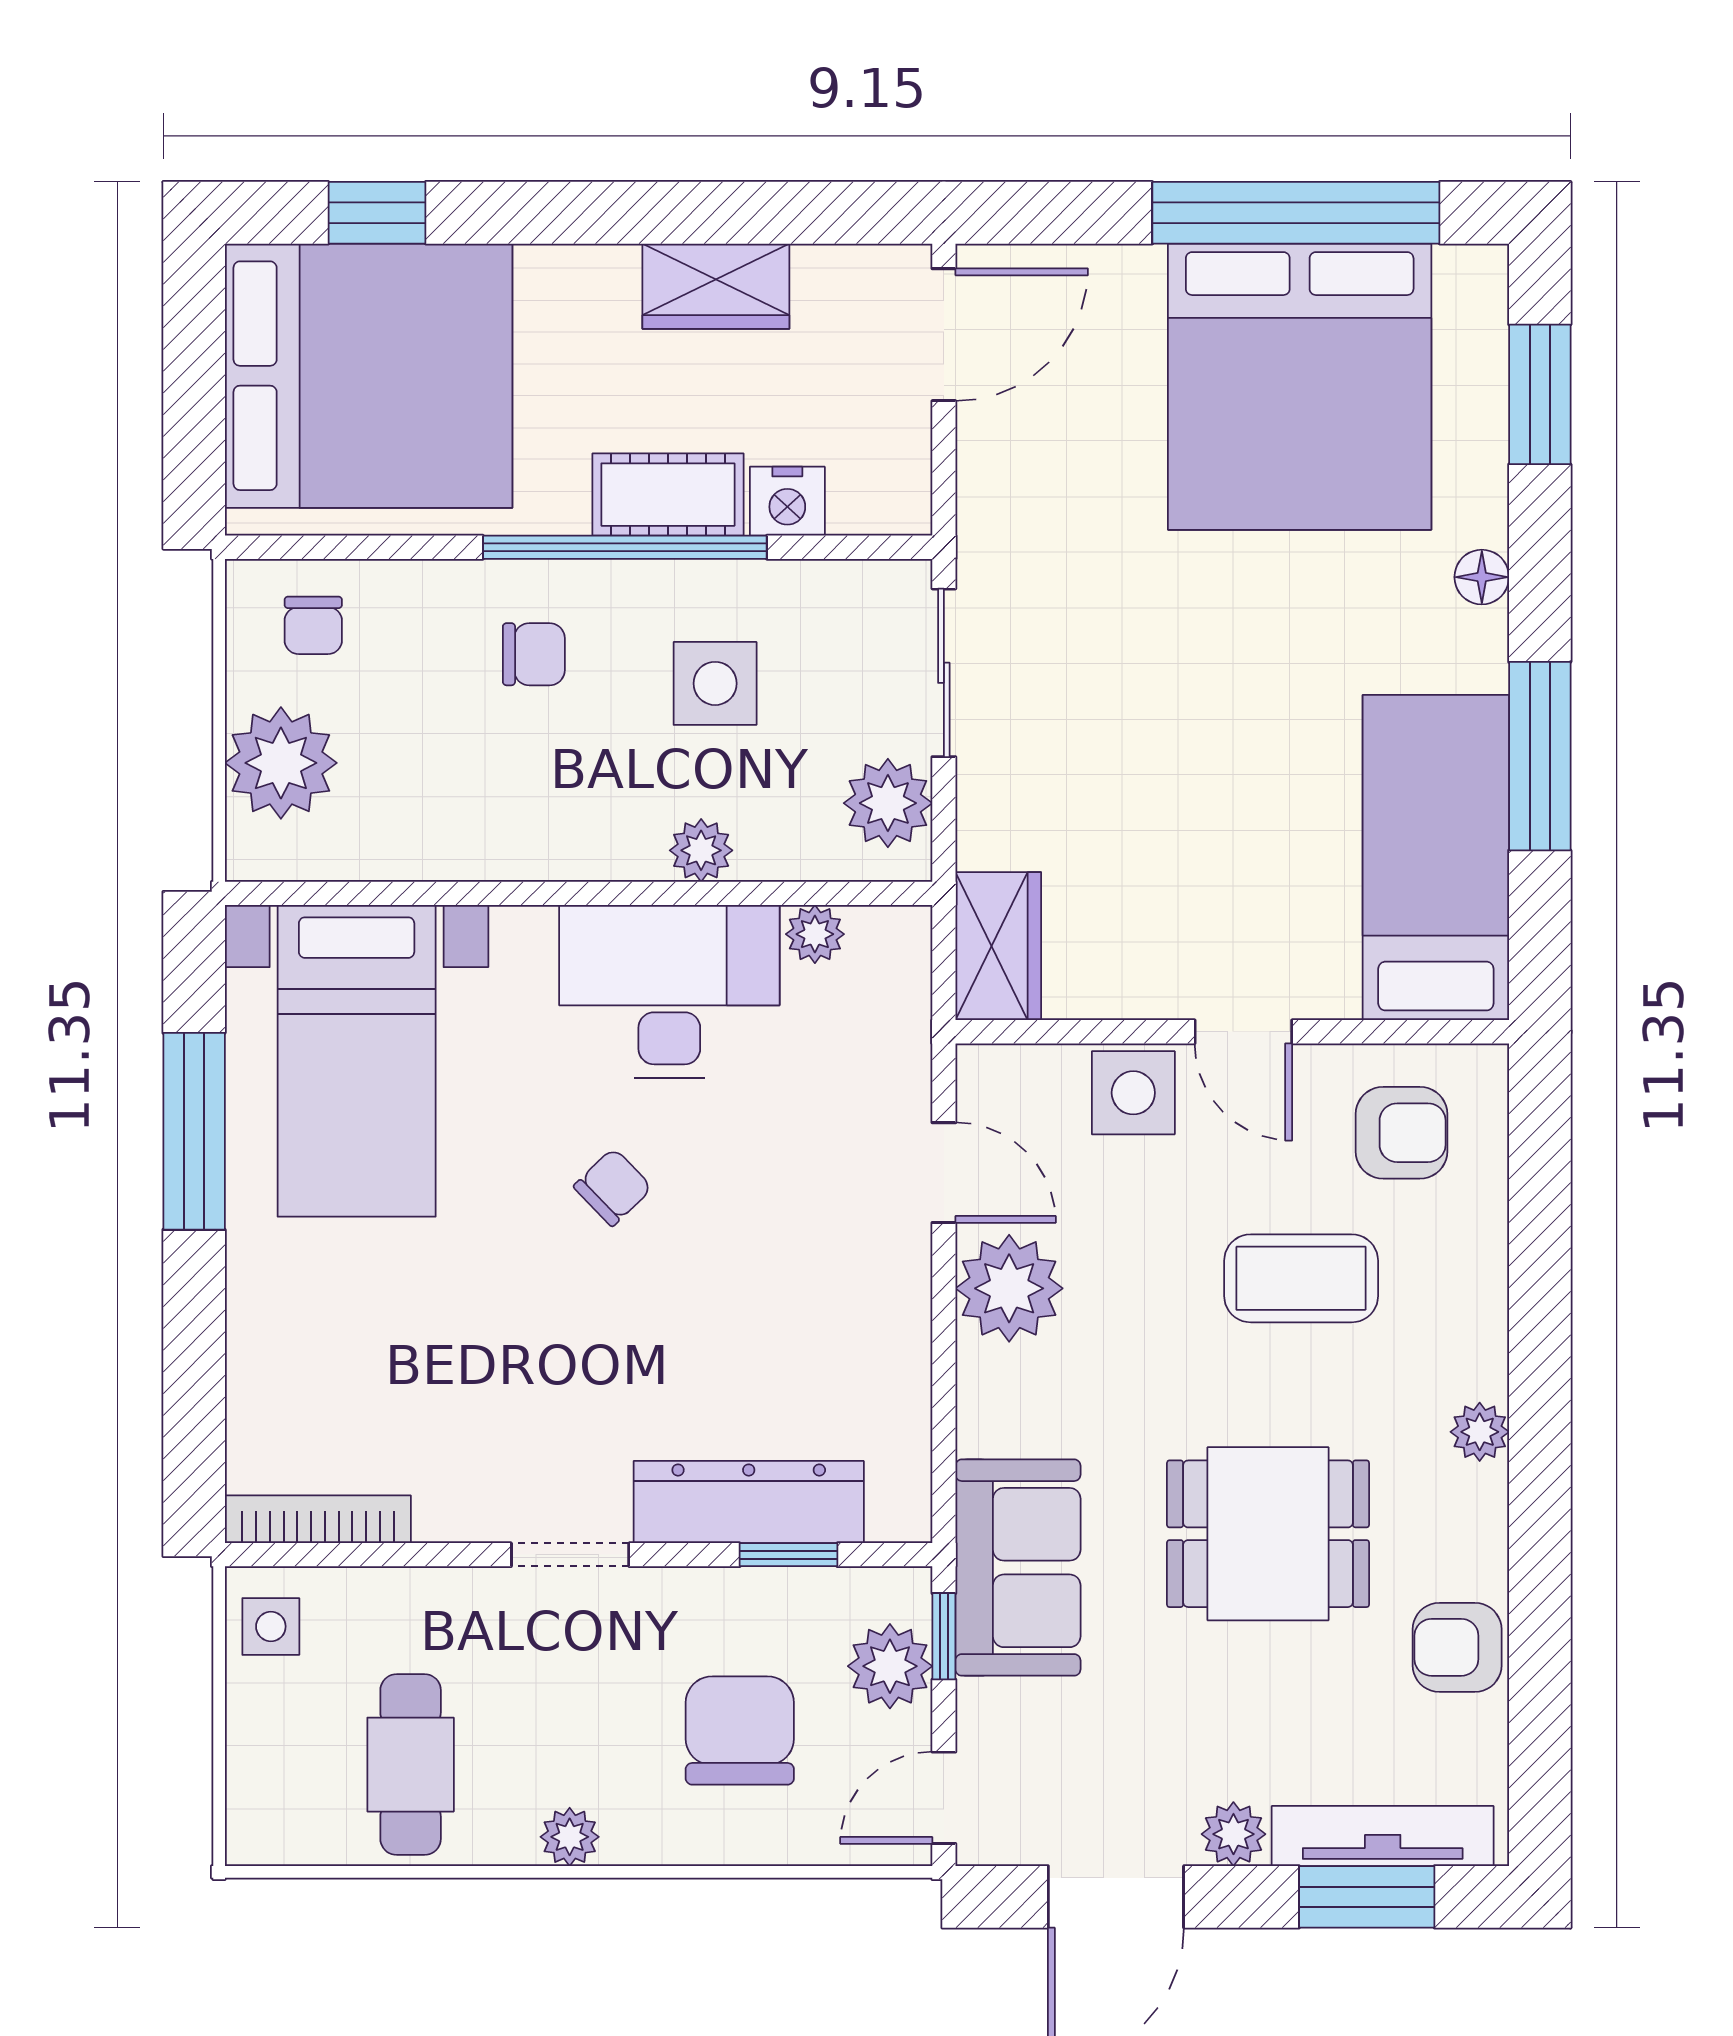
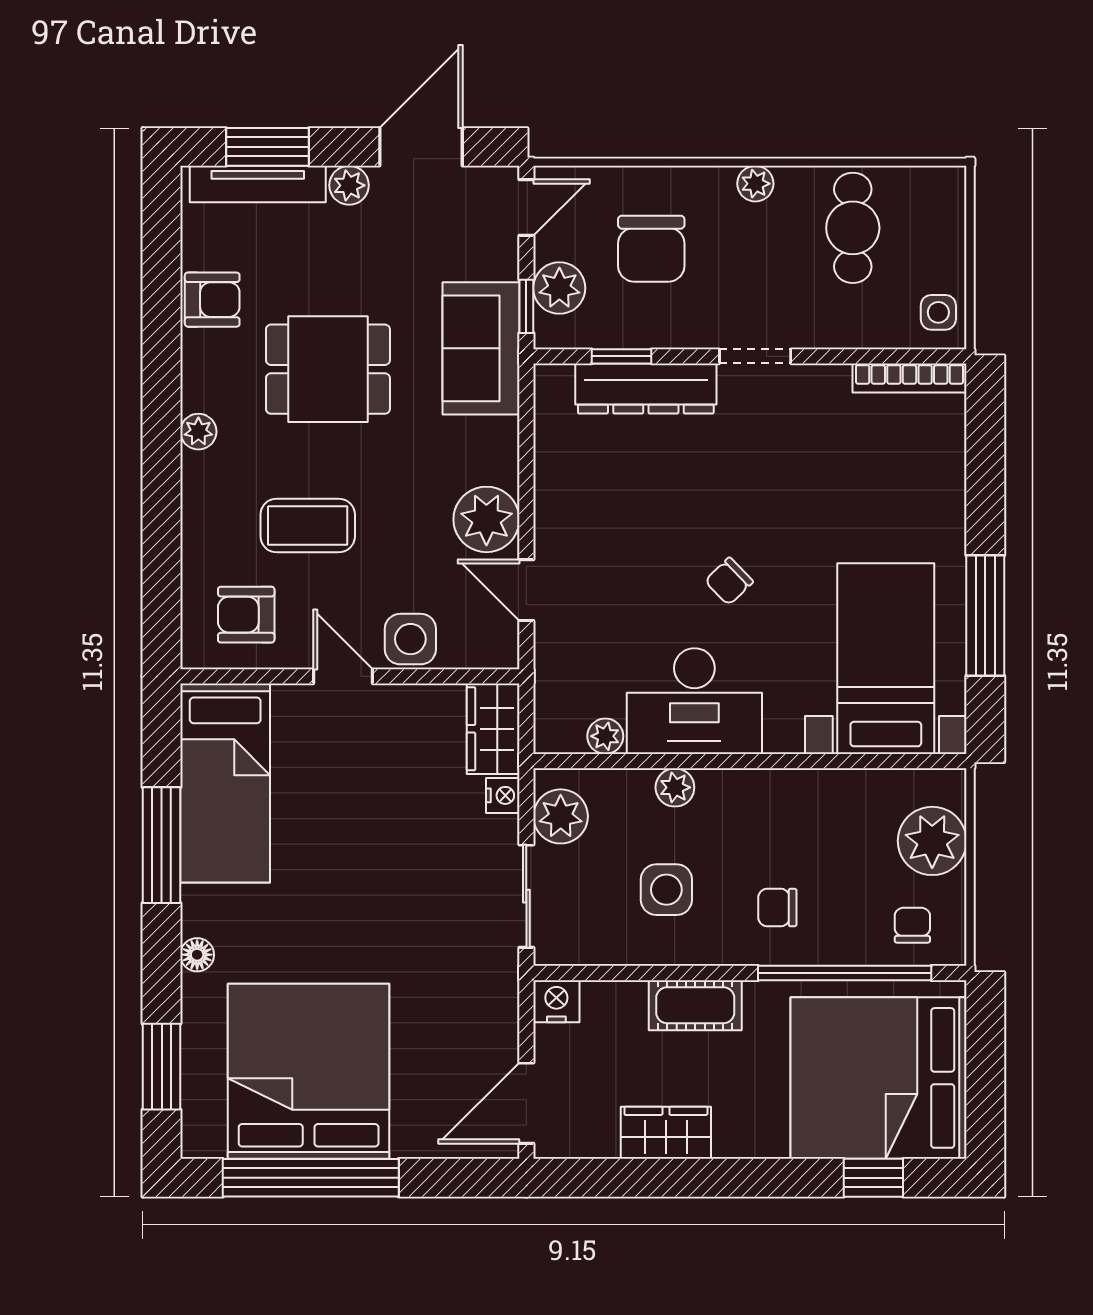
nightstand: (787, 501) -> (556, 1001), moved
window: (625, 547) -> (845, 973), moved
nightstand: (983, 837) -> (503, 795), added

